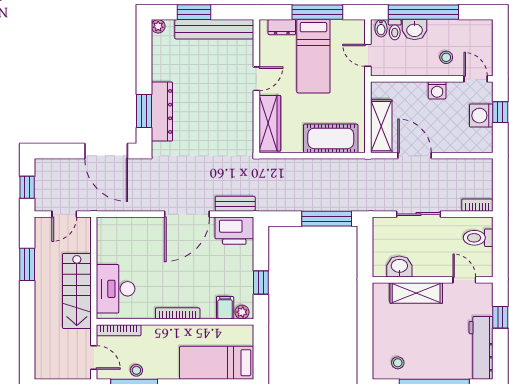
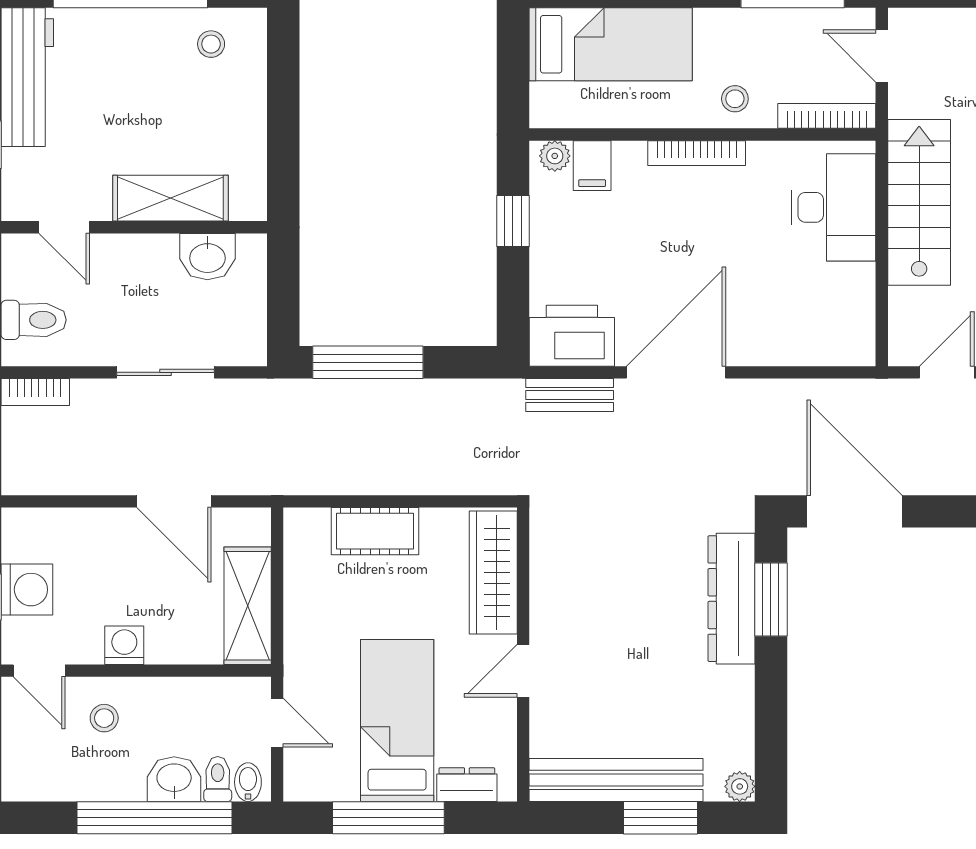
shelving: (381, 126) -> (248, 606), moved
cot: (331, 138) -> (375, 531), width x0.73, depth x0.75
stool: (136, 370) -> (735, 99), moved

